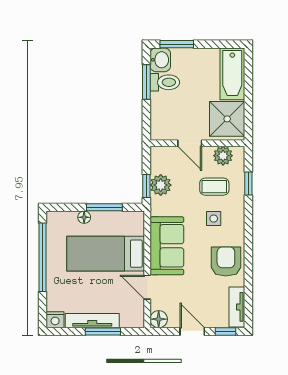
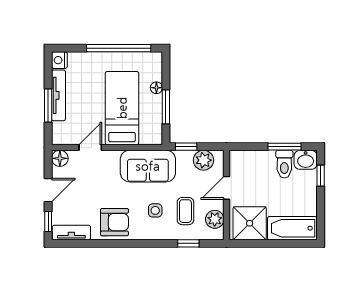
window: (177, 44) -> (321, 176), width x0.67
plant: (161, 185) -> (204, 160), moved
sofa: (167, 246) -> (148, 166), moved

